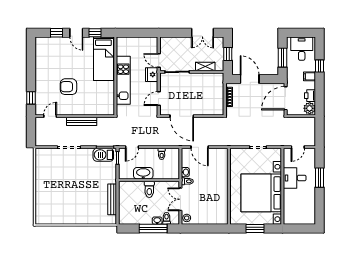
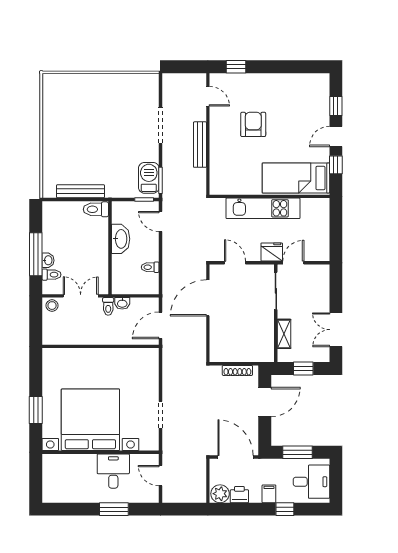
wall: (229, 186) -> (100, 346), moved
toilet: (149, 189) -> (96, 209), moved

